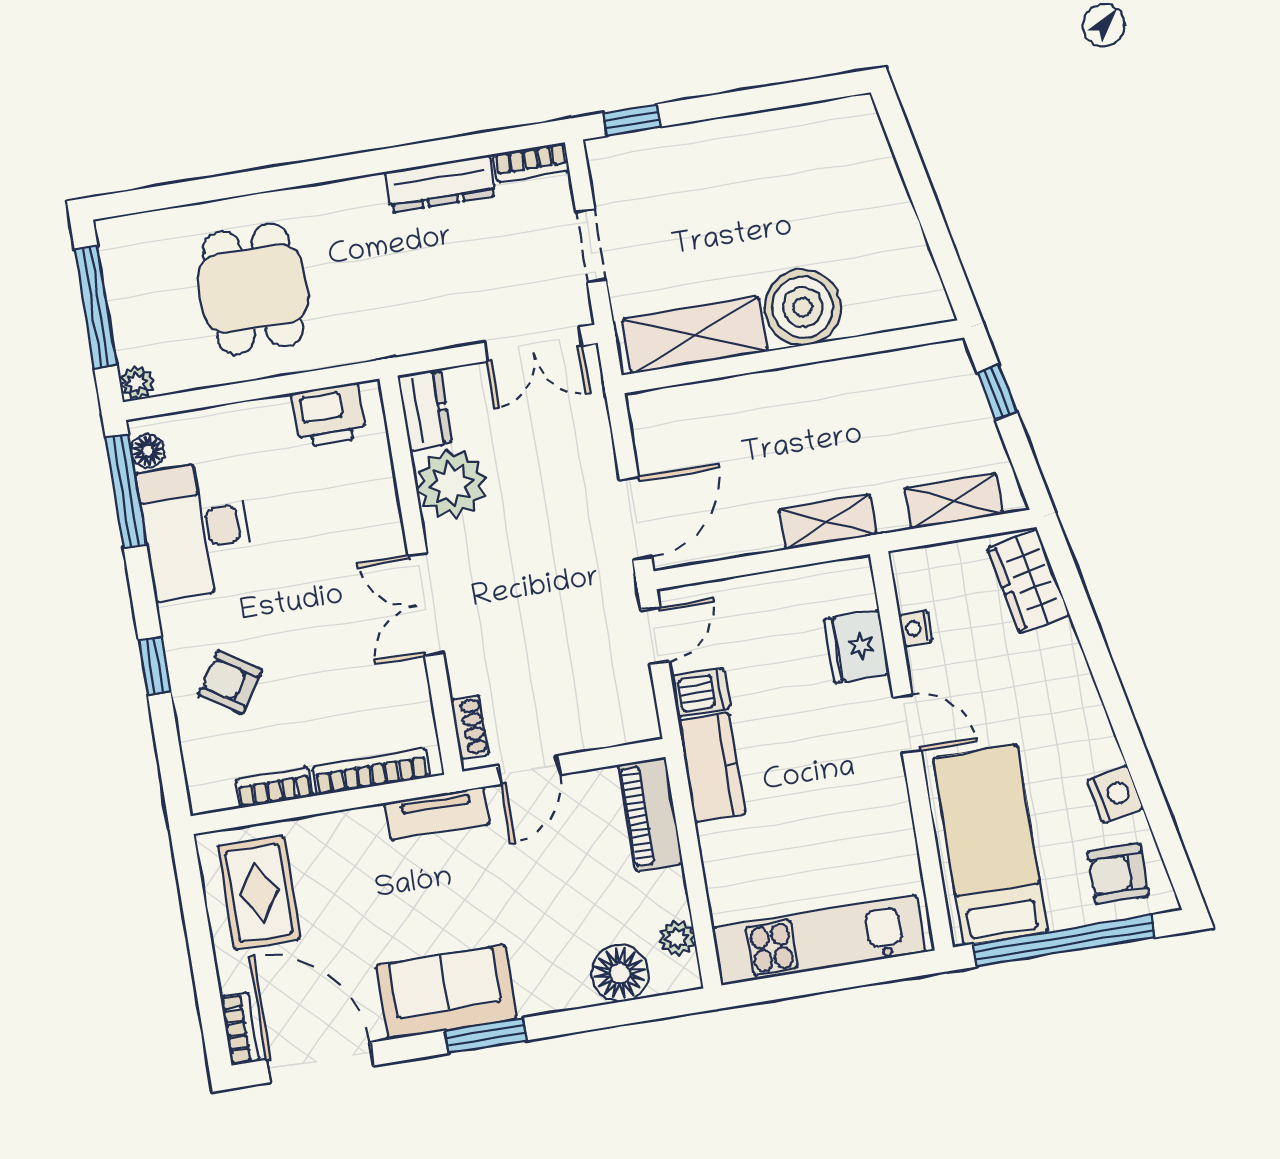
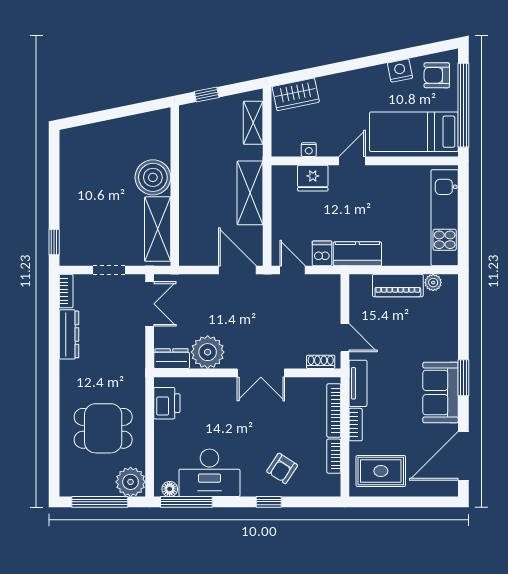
plant: (137, 383) -> (131, 482), width x1.88, depth x1.88
shelving: (827, 522) -> (250, 193), width x1.50, depth x1.33
piano: (650, 814) -> (398, 285), moved
armchair: (1118, 874) -> (437, 75), turned 90
floor lamp: (620, 973) -> (445, 311), removed
bookcase: (240, 1029) -> (356, 425), moved, turned 90

